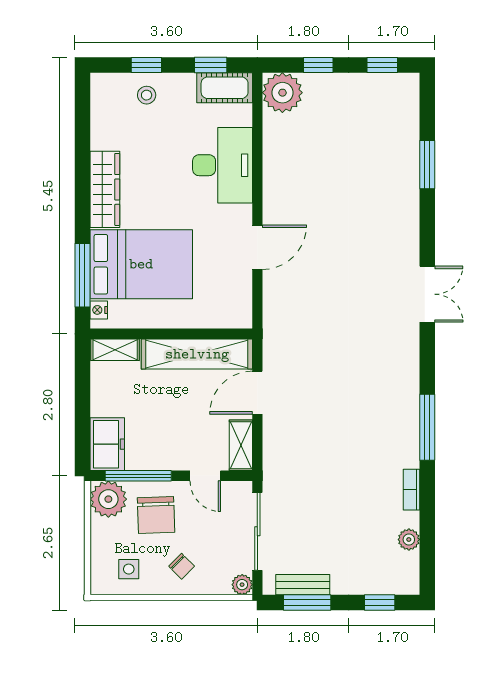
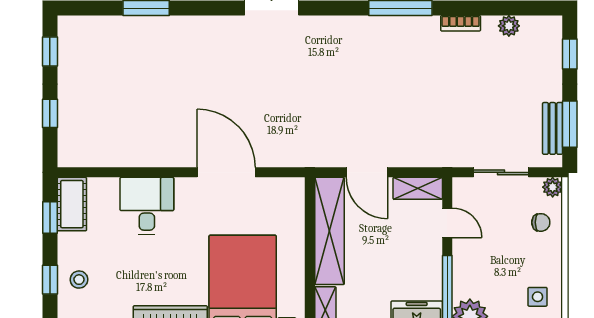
plant: (282, 93) -> (77, 148), removed
desk: (223, 165) -> (147, 206), width x0.73
door: (257, 247) -> (226, 172), width x1.36
door: (205, 476) -> (447, 223), hinge flipped
chair: (156, 515) -> (485, 270), removed
sliding door: (257, 531) -> (501, 172), width x0.73
chair: (182, 566) -> (541, 222), moved, turned 45

